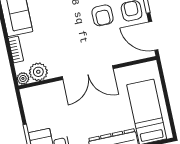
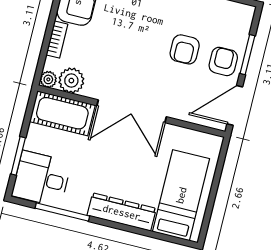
door: (153, 36) -> (235, 105), hinge flipped
cot: (43, 96) -> (62, 113), added

